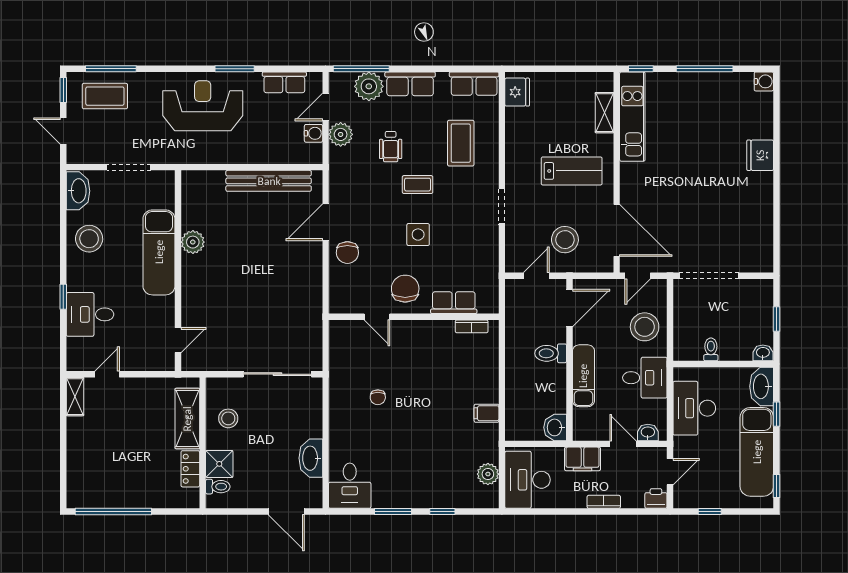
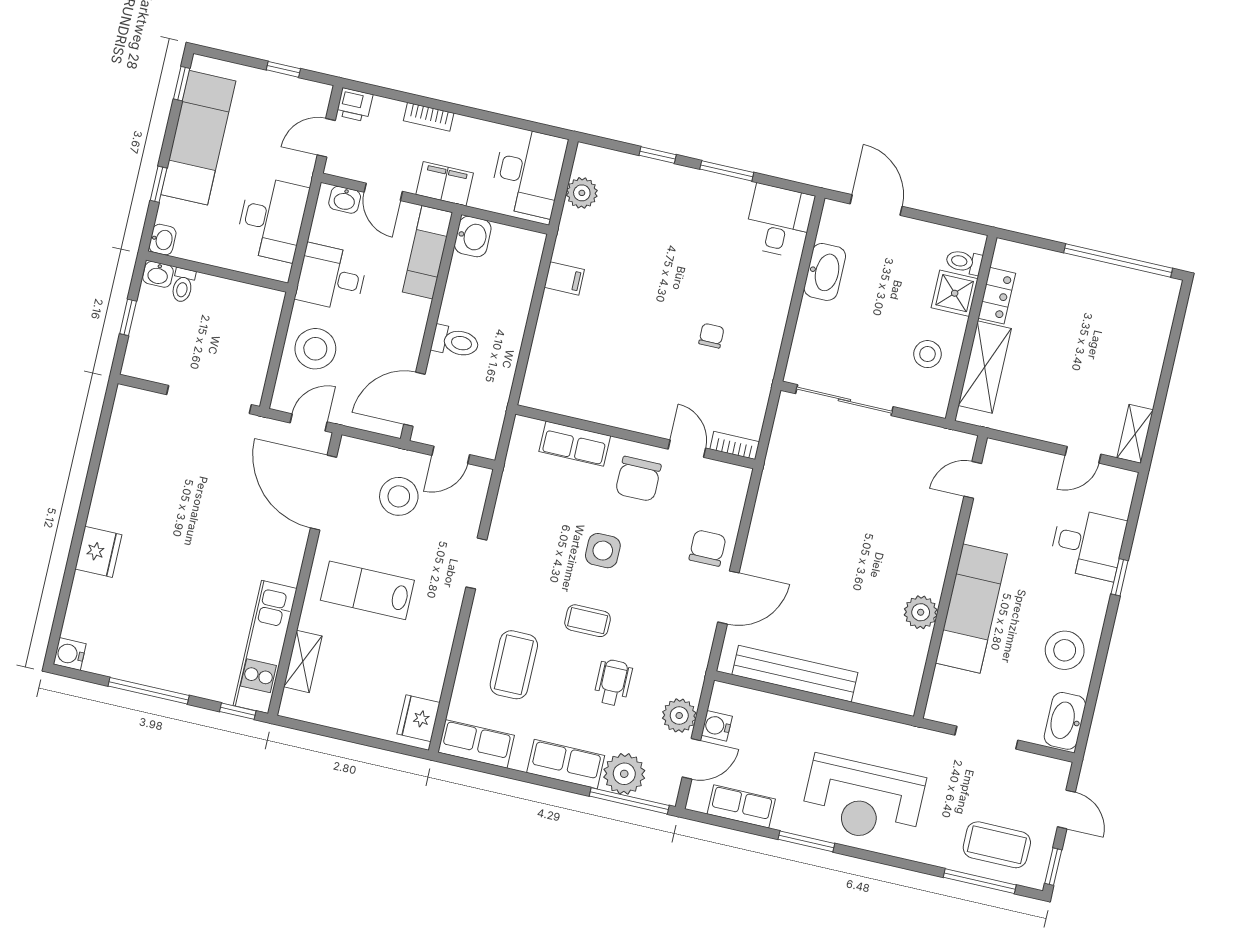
bookcase: (472, 326) -> (735, 445), moved
toilet: (711, 349) -> (183, 285), moved
exam couch: (583, 376) -> (427, 252), moved
washbasin: (762, 386) -> (162, 240), width x0.52, depth x0.69

